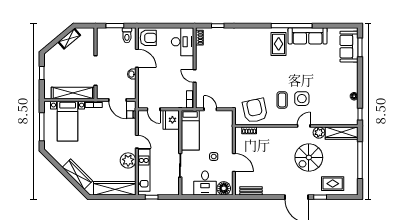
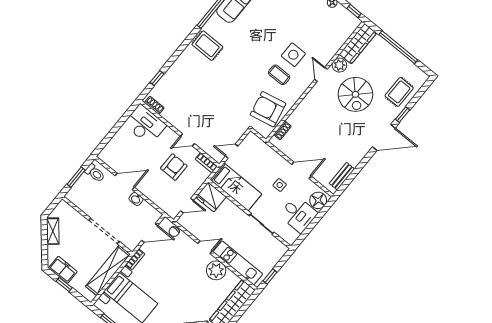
armchair: (148, 38) -> (174, 167), moved
rug: (279, 44) -> (207, 46), moved
freezer: (50, 65) -> (63, 270), added

